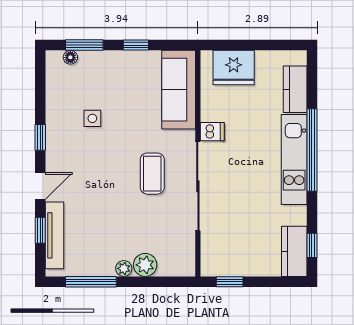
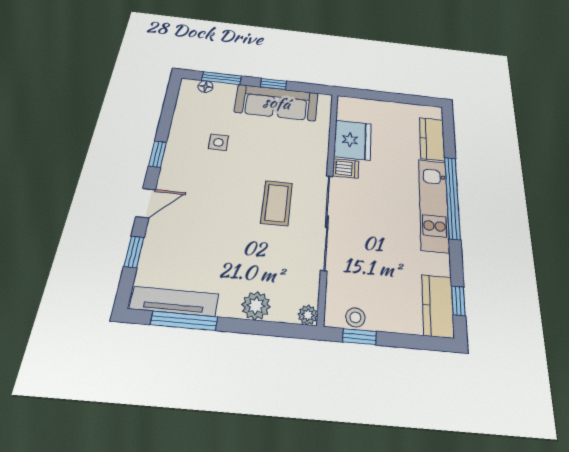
fridge: (234, 68) -> (353, 140), moved, turned -90
sofa: (179, 90) -> (277, 103), moved, turned -90
tv unit: (55, 235) -> (174, 301), moved, turned -90
stool: (226, 267) -> (355, 317), added
plant: (124, 268) -> (308, 315), moved

